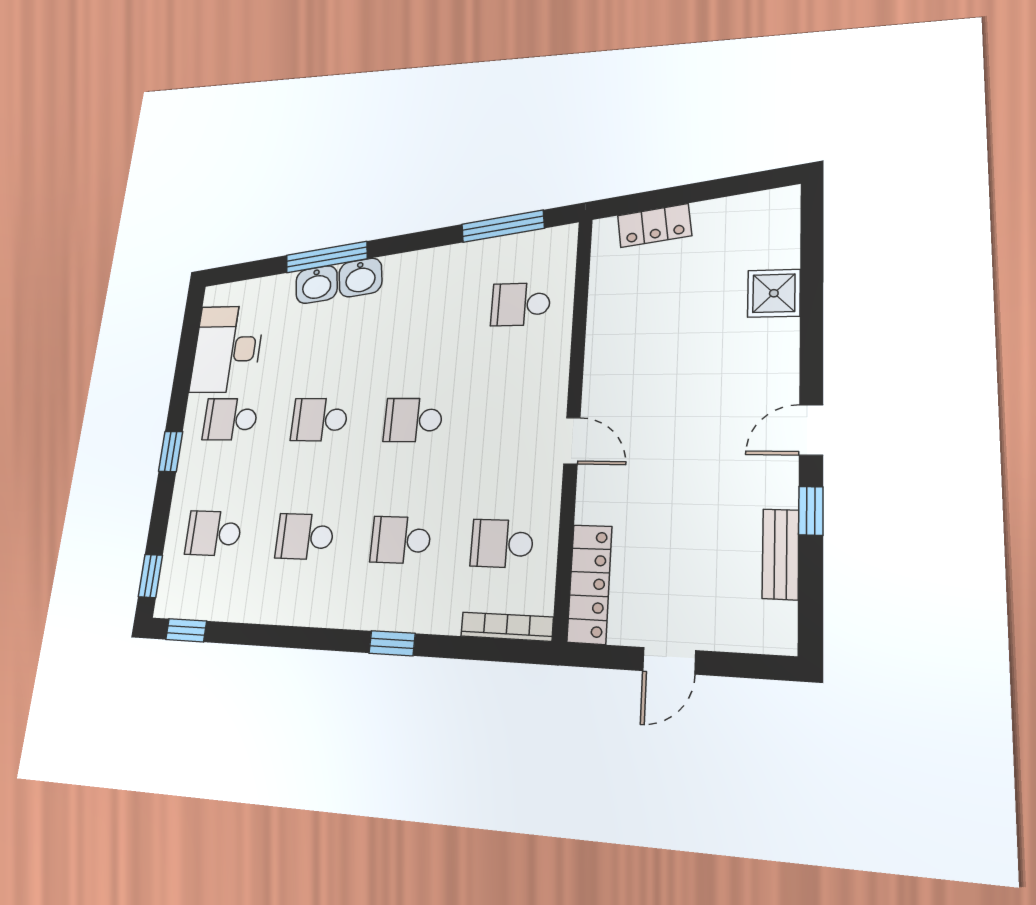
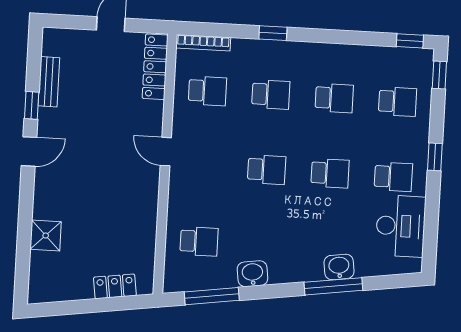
washbasin: (360, 278) -> (252, 274), moved

